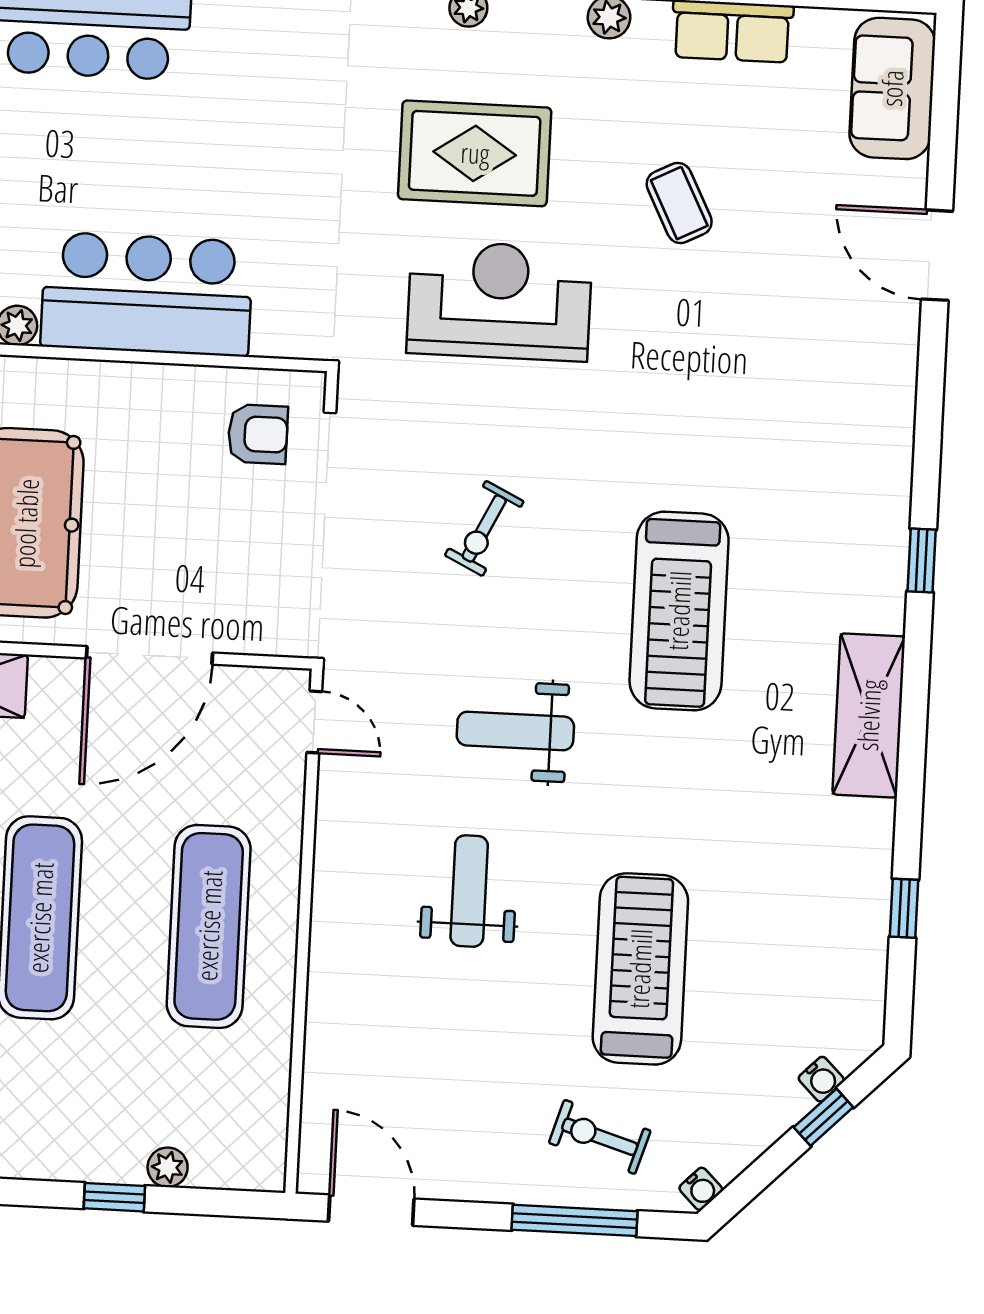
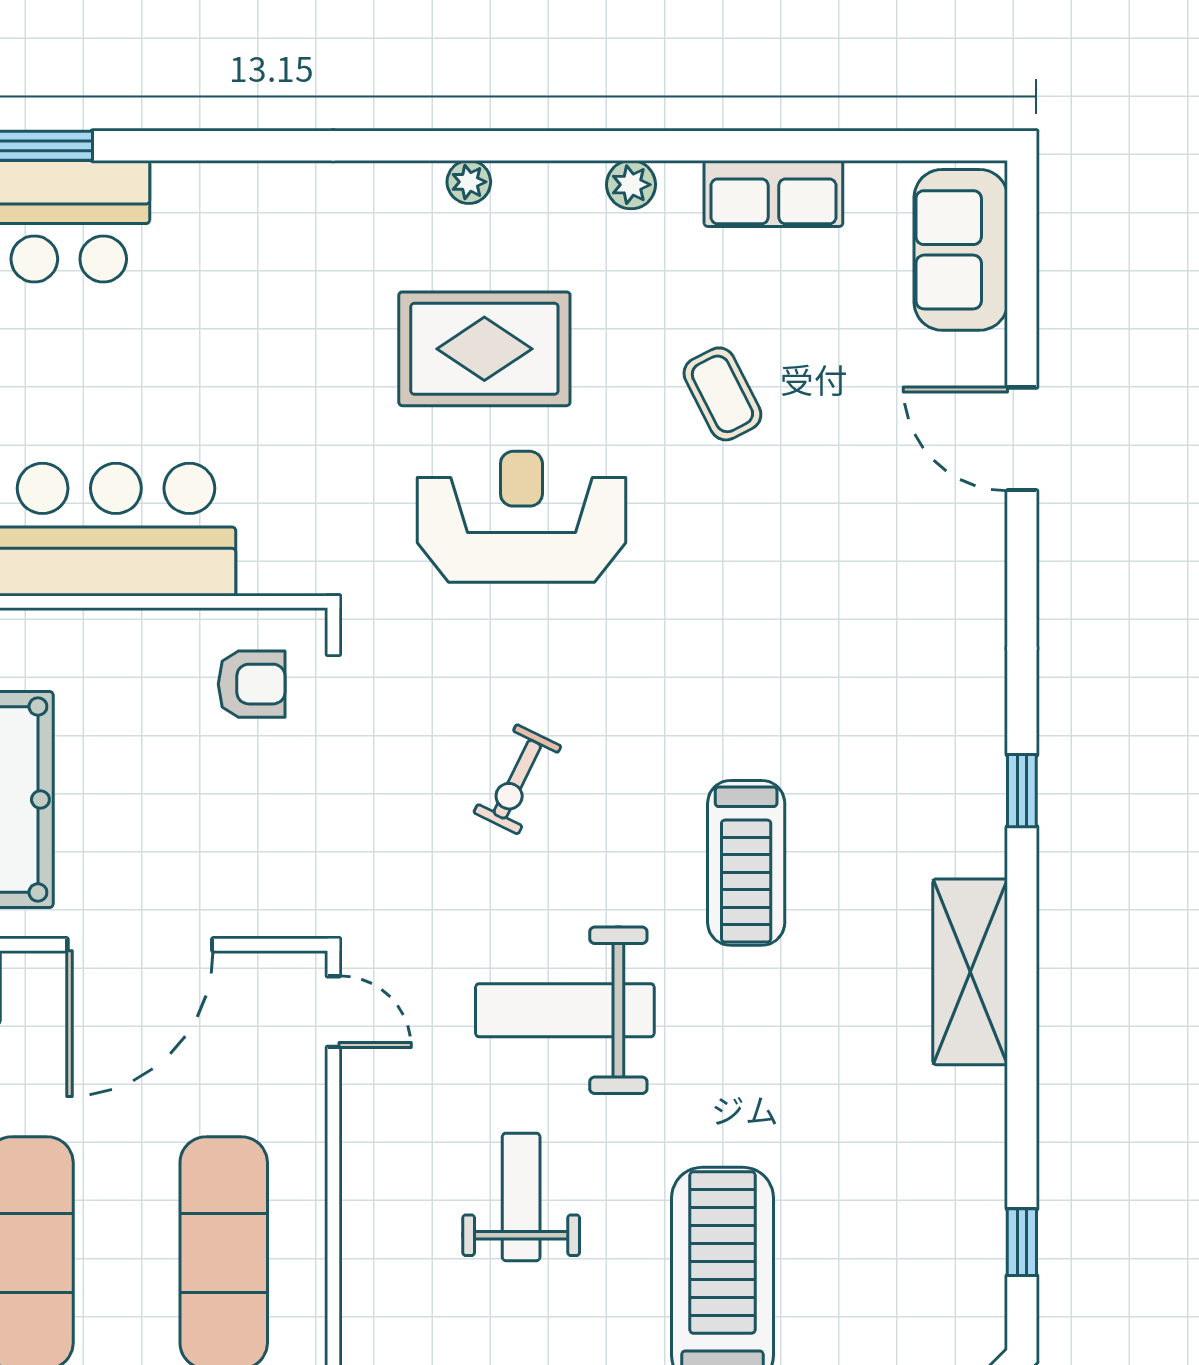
treadmill: (679, 611) -> (746, 863), width x0.73, depth x0.73
weight bench: (515, 731) -> (565, 1010), width x1.36, depth x1.33
window: (904, 908) -> (1022, 1242), moved

